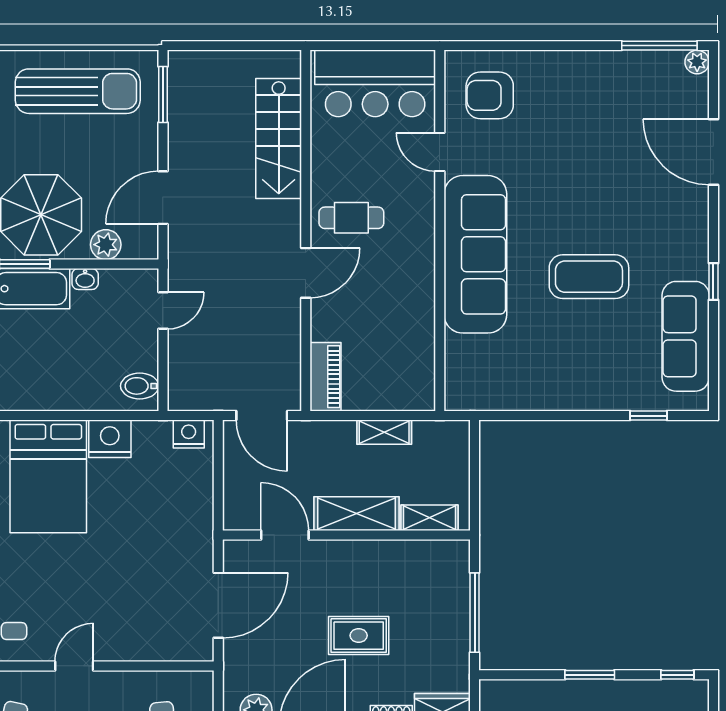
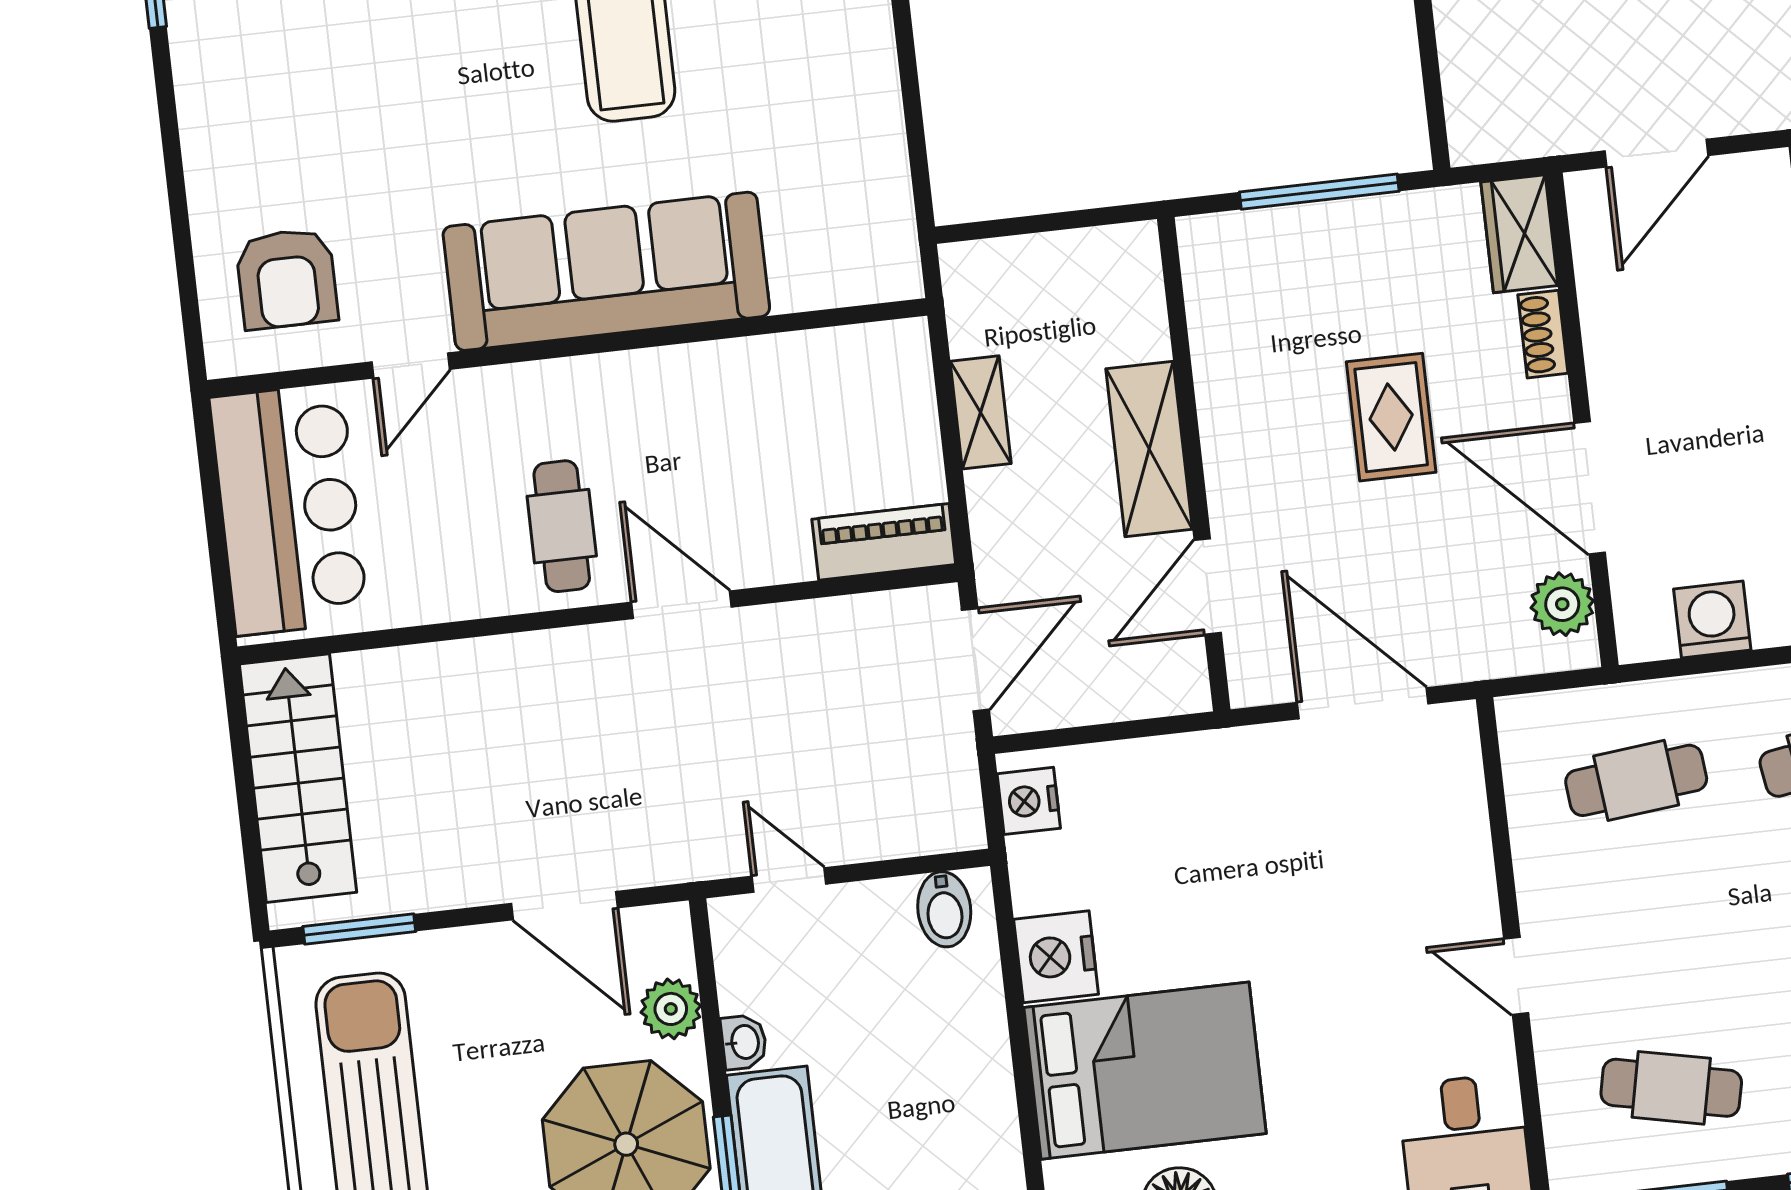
stairs: (279, 139) -> (298, 778), moved, turned -90
shelving: (430, 518) -> (1141, 303), removed

